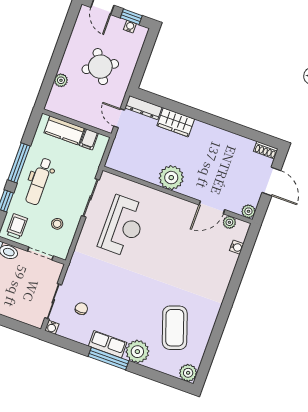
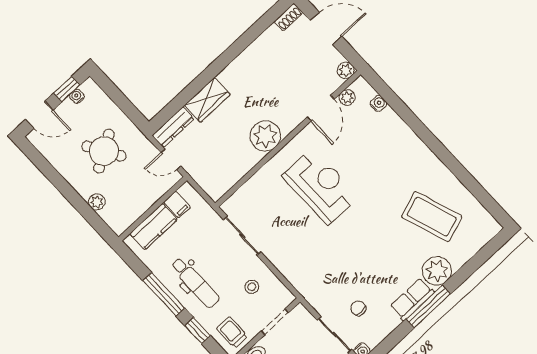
reception desk: (123, 226) -> (320, 186), moved
plant: (188, 373) -> (489, 227), removed

